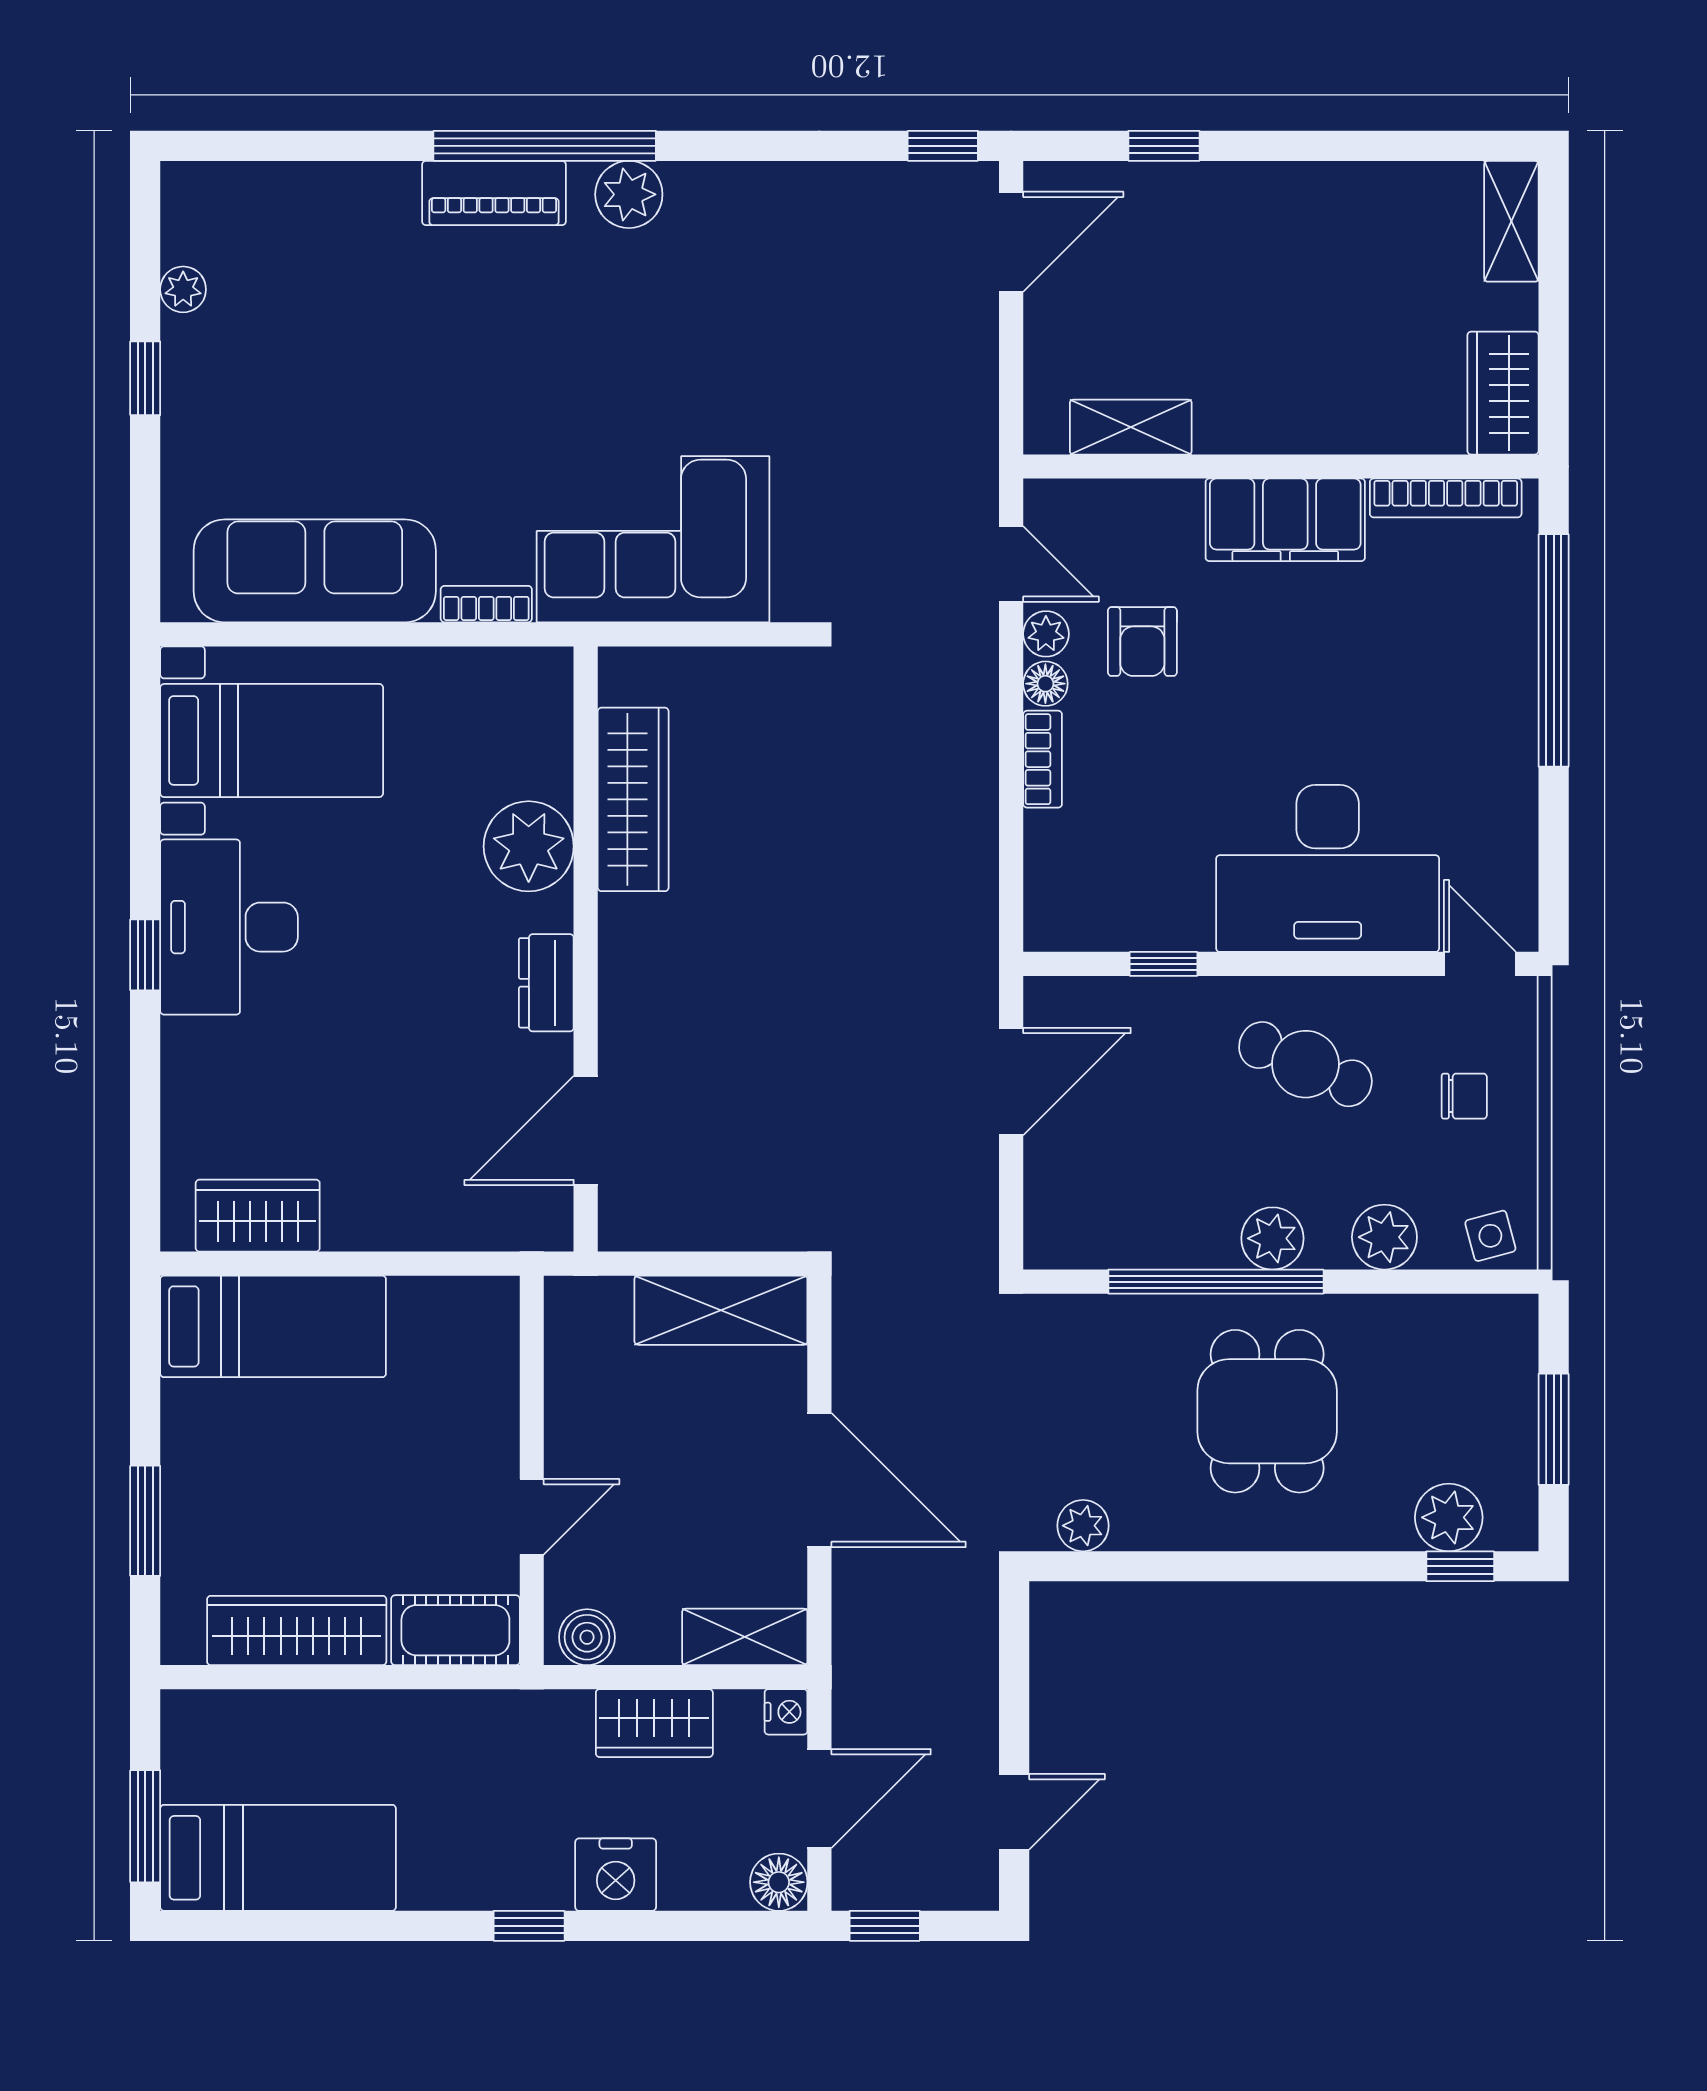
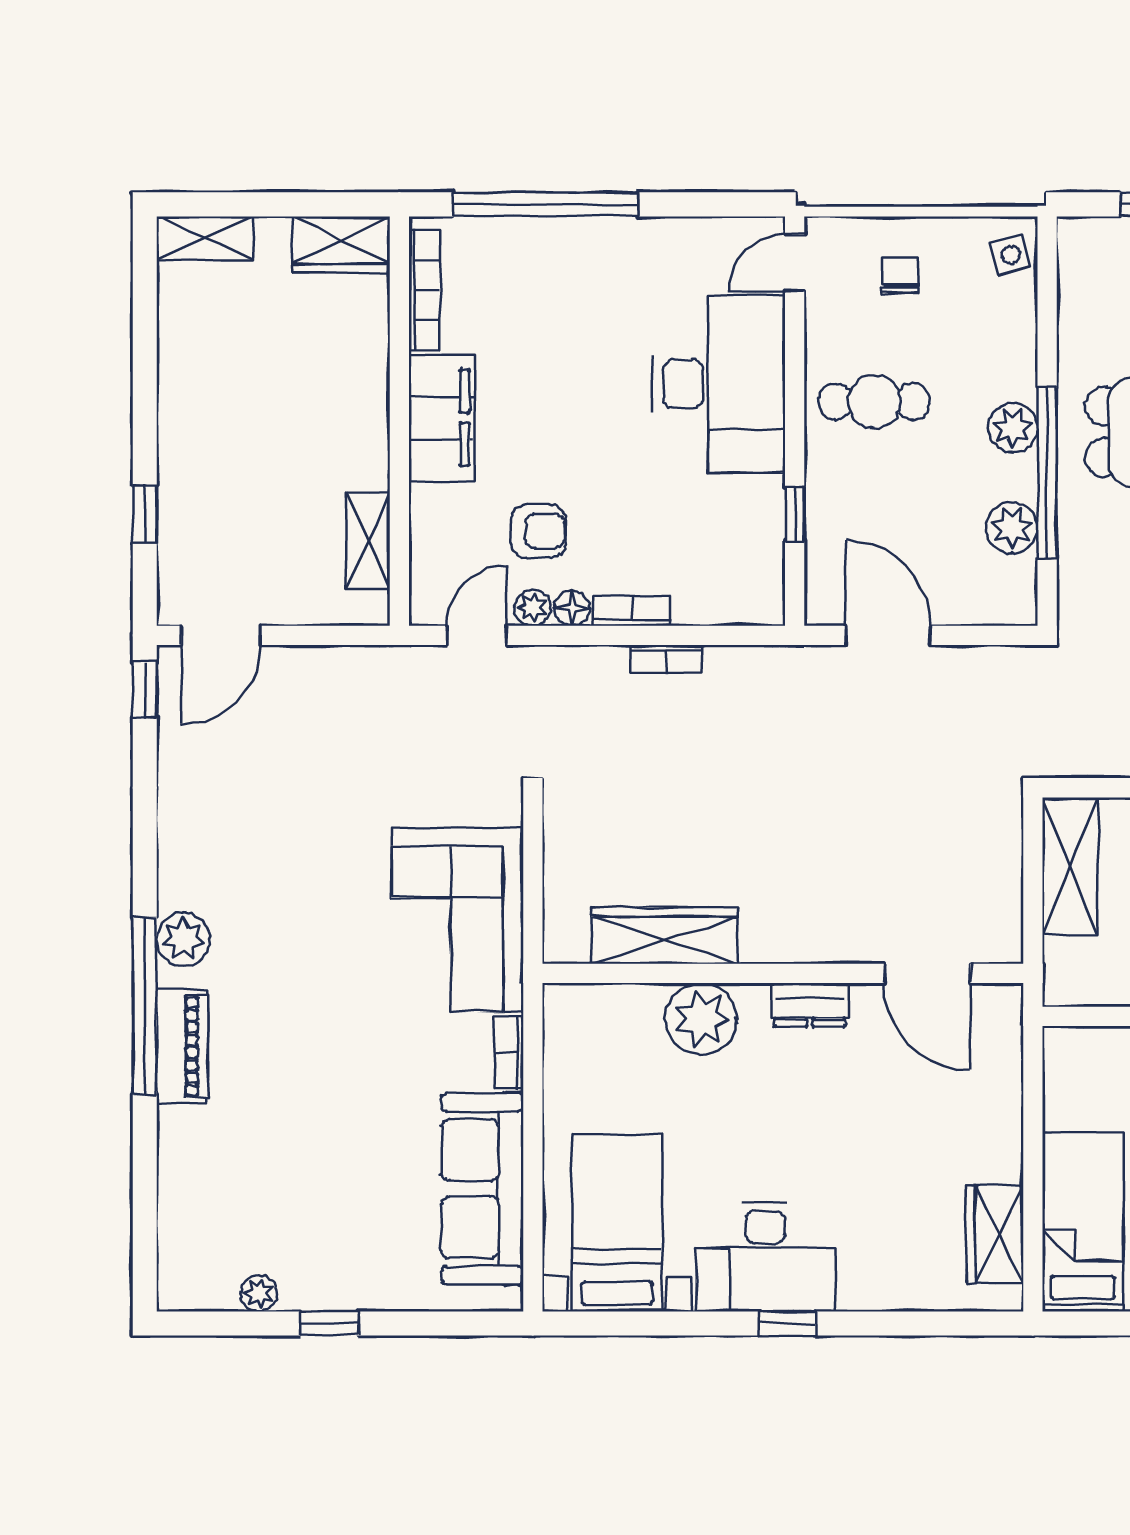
door: (1011, 242) -> (221, 635), swing flipped
bookcase: (981, 803) -> (666, 659), added
cafe table: (1305, 1064) -> (874, 402), turned 67
plant: (1384, 1237) -> (1012, 528), moved

